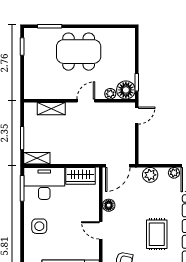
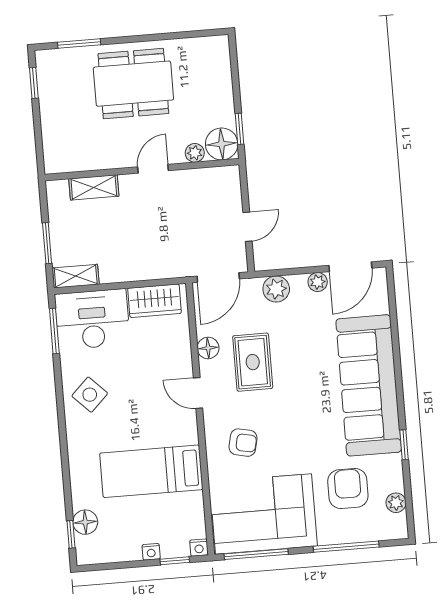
door: (137, 116) -> (247, 227), moved
side table: (39, 226) -> (90, 395), turned 45
rug: (157, 234) -> (253, 362), moved

